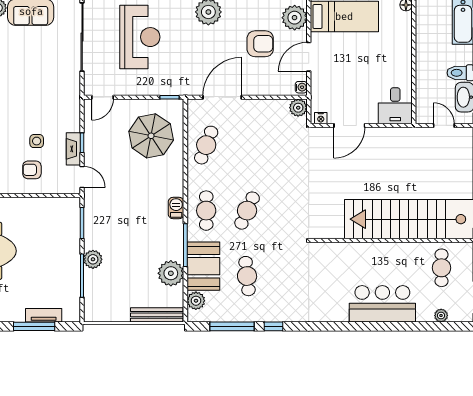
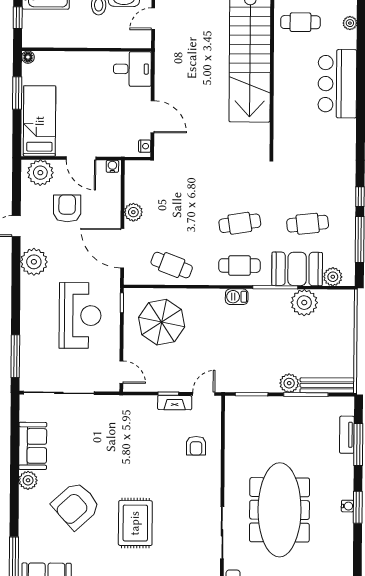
reception desk: (140, 37) -> (80, 315), moved, turned 90
plant: (298, 108) -> (133, 212), moved
side table: (37, 141) -> (166, 441), removed
cafe table: (247, 211) -> (240, 223), turned -33
bench: (157, 315) -> (327, 385), moved, turned 90

